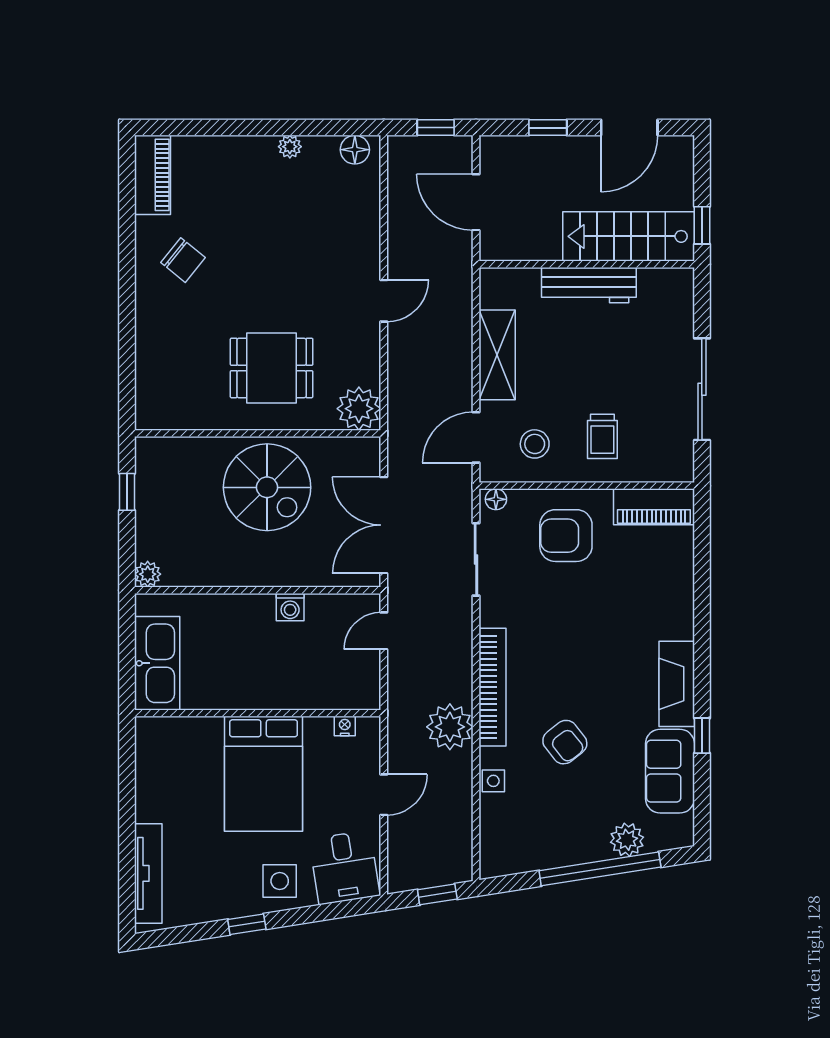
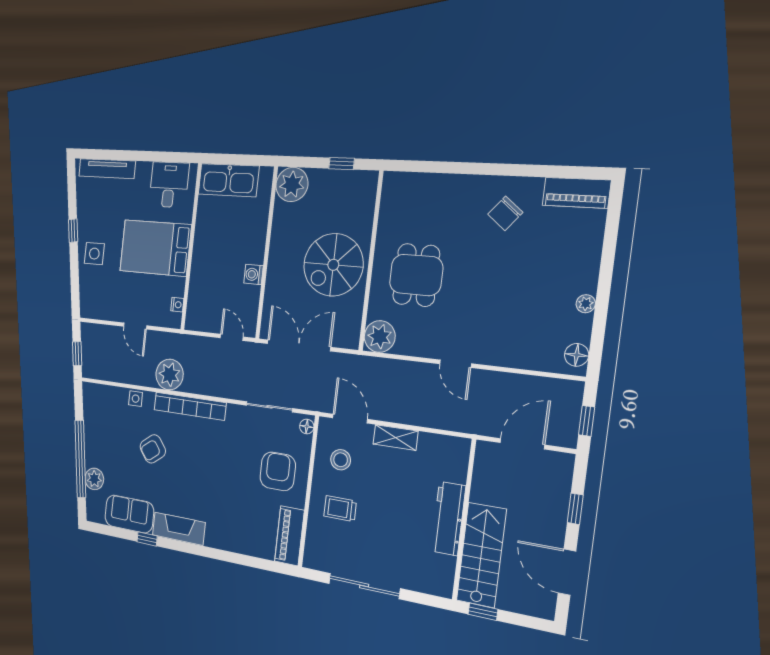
shelving: (497, 355) -> (395, 438), width x0.67, depth x0.75
plant: (148, 574) -> (292, 184), width x1.87, depth x1.87
desk: (345, 867) -> (169, 185), moved, turned 99

